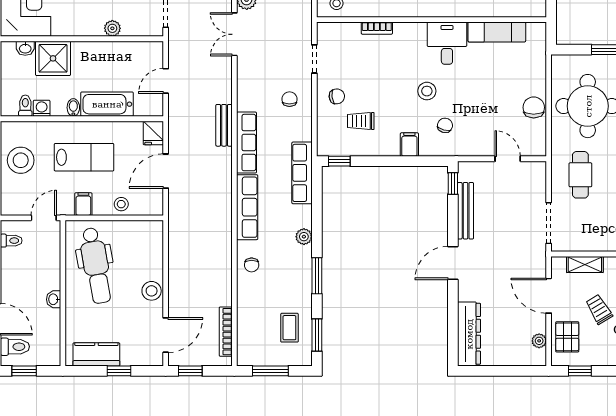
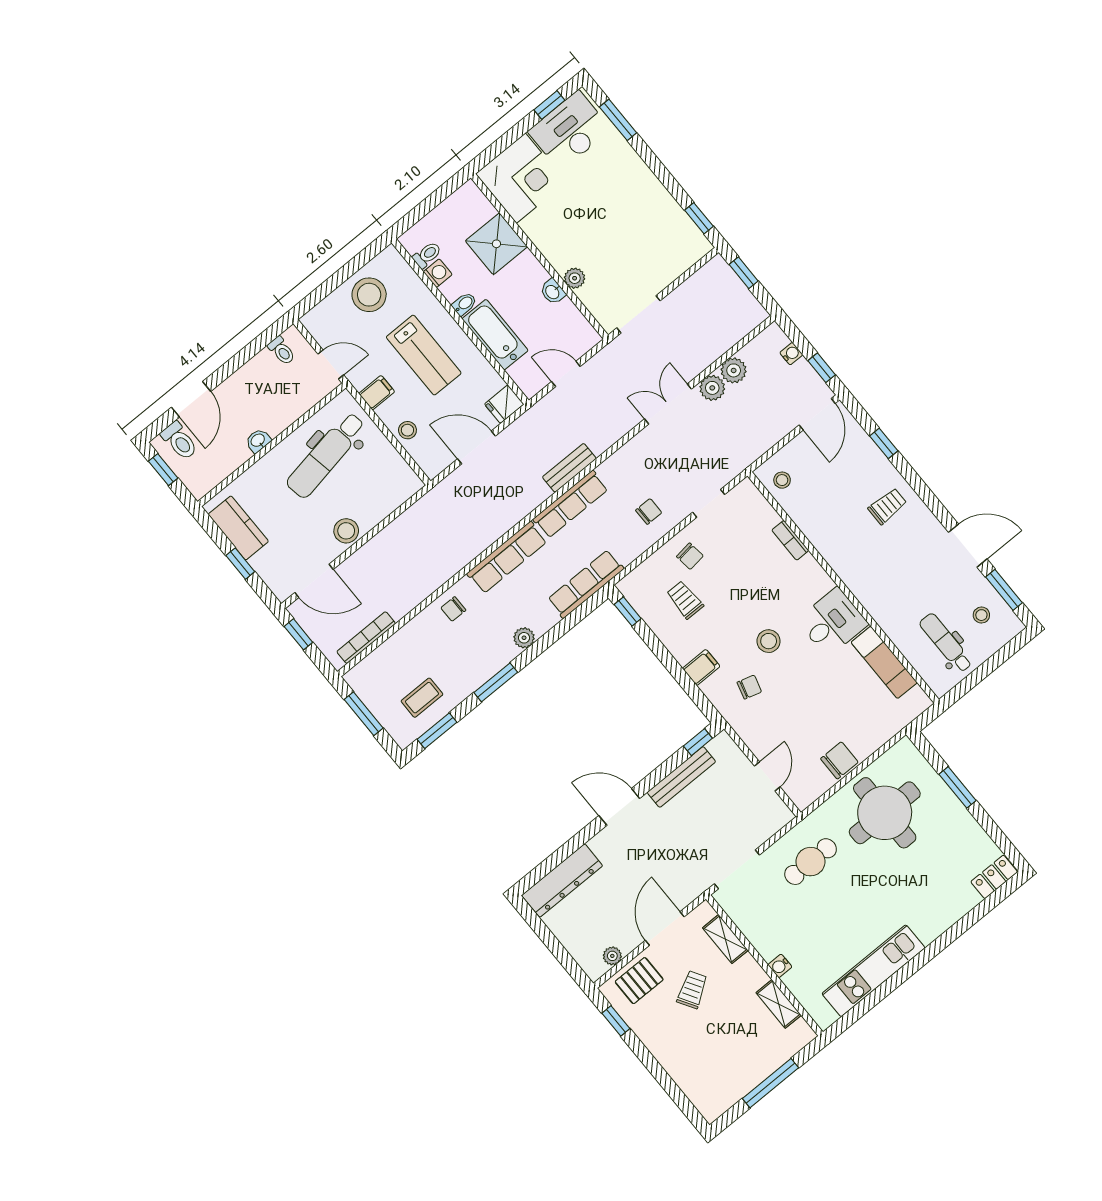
washbasin: (25, 48) -> (553, 292), moved

